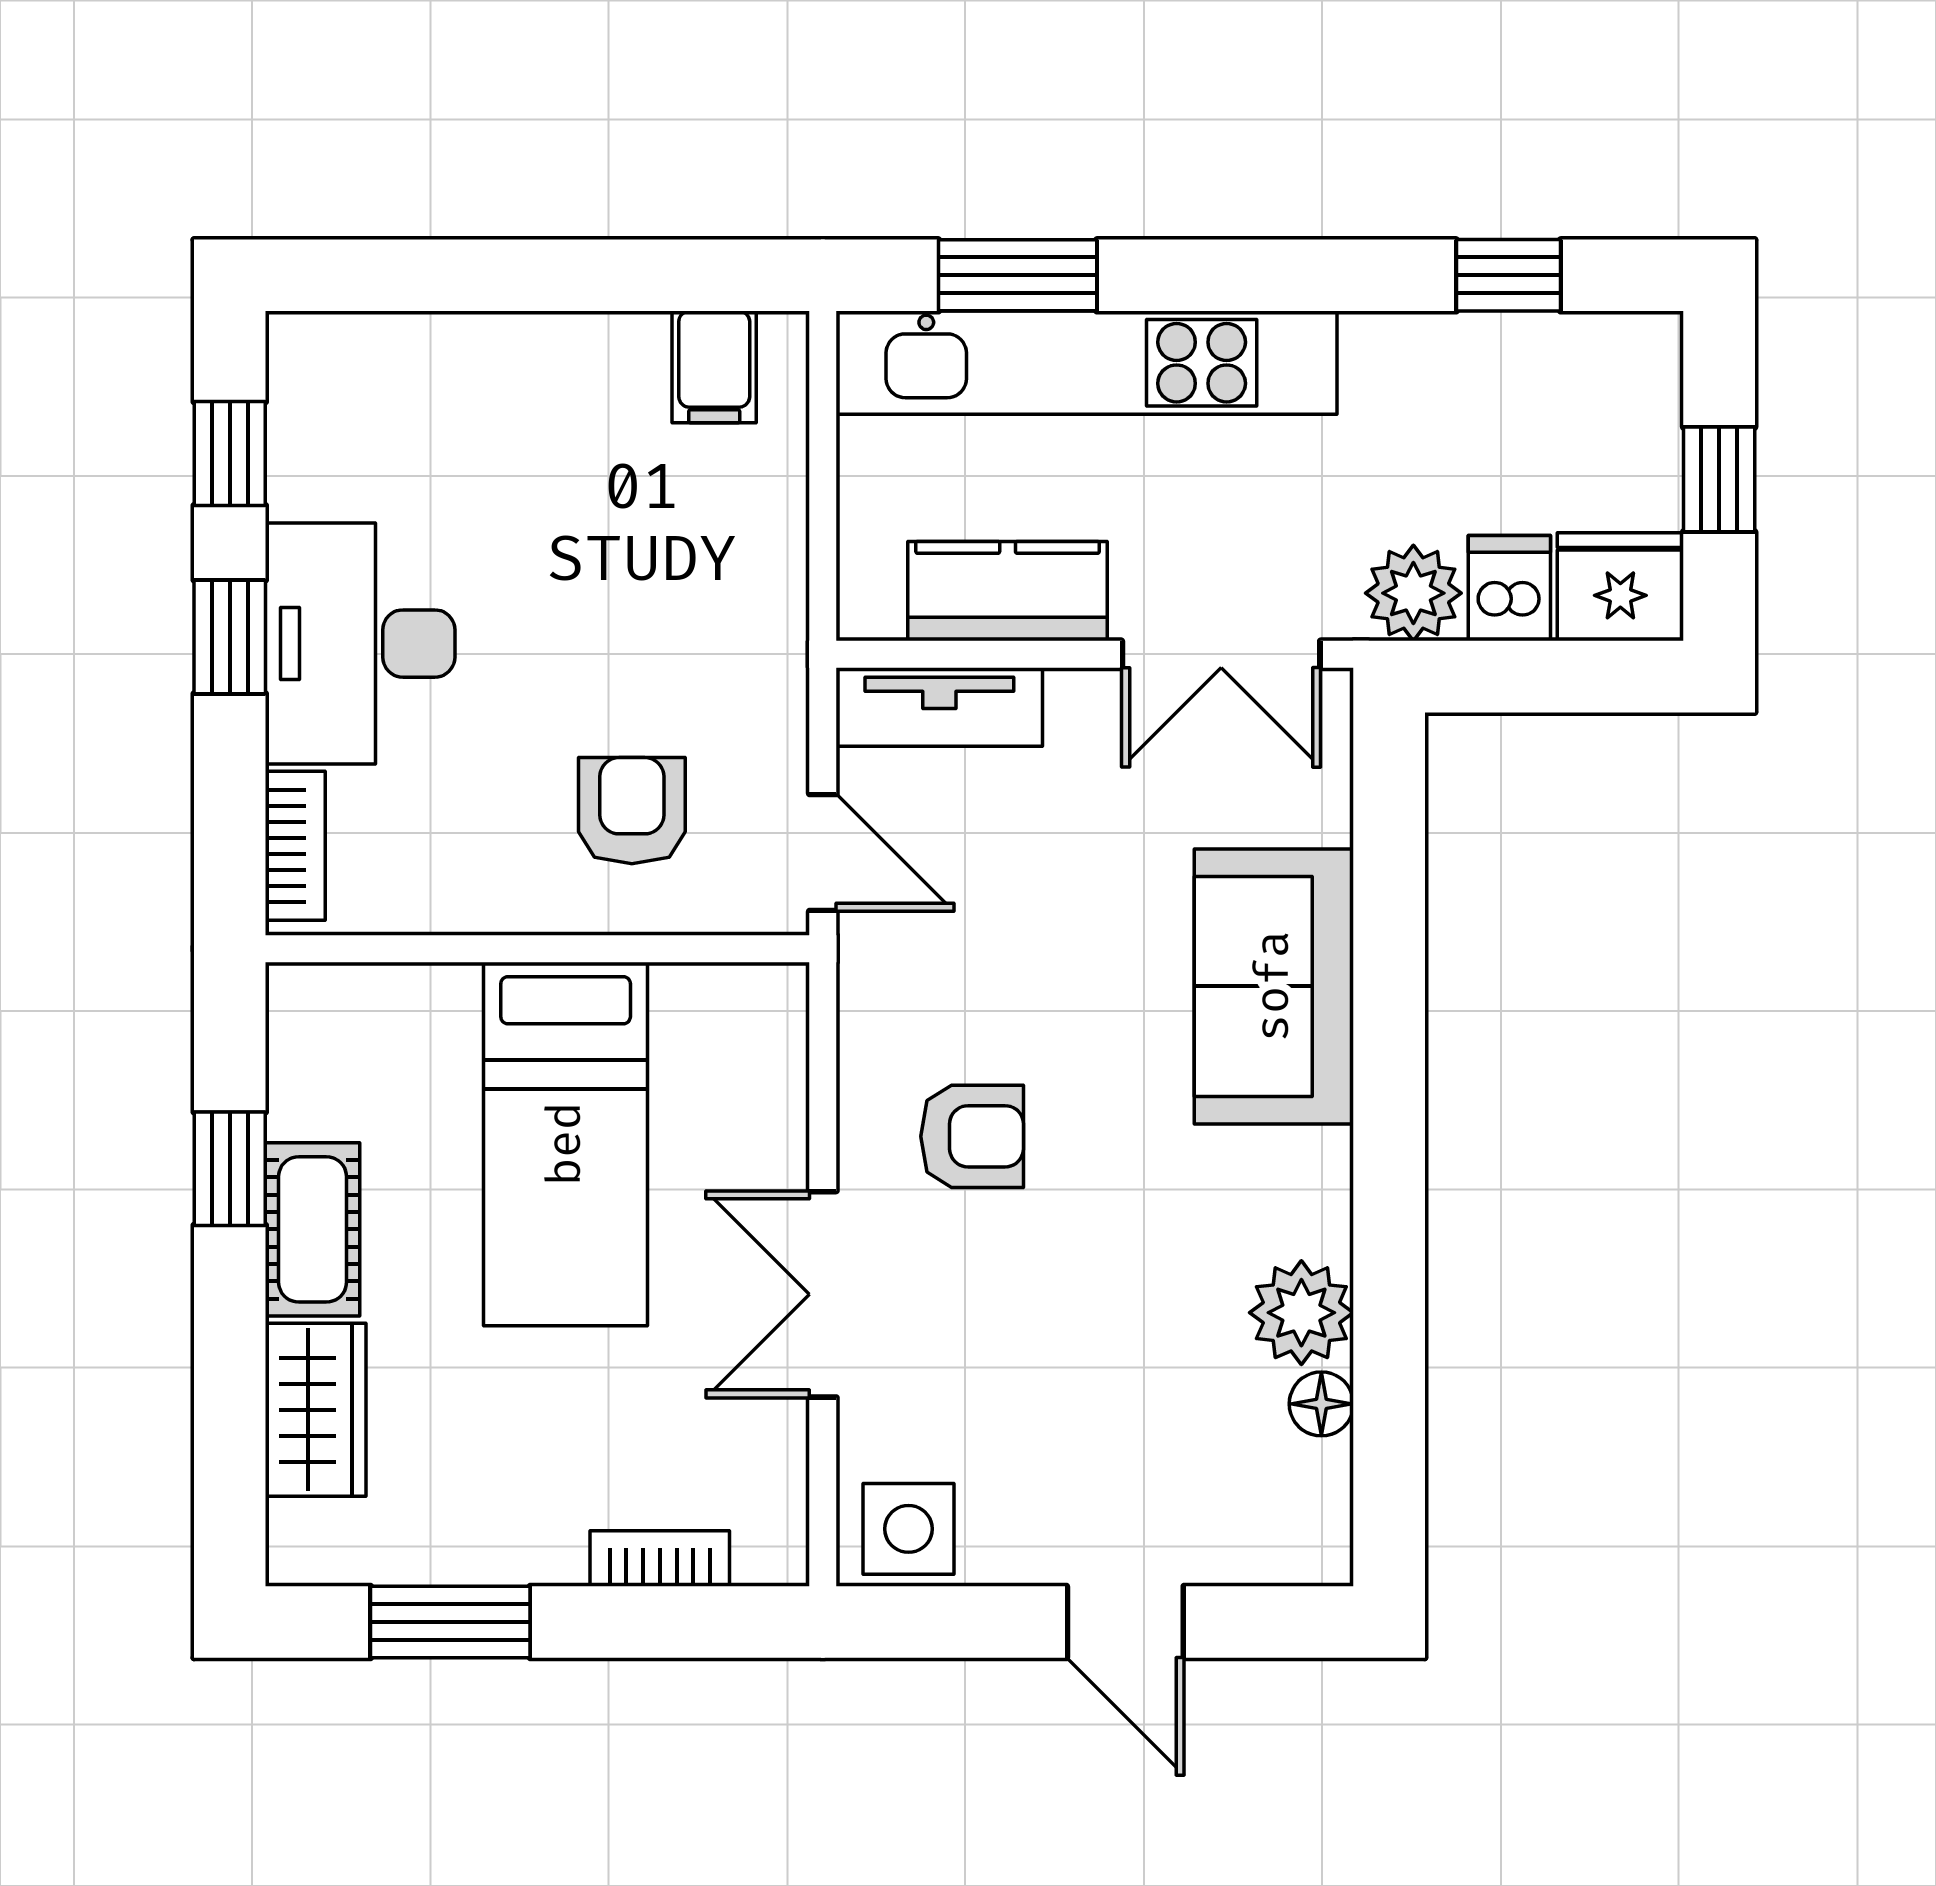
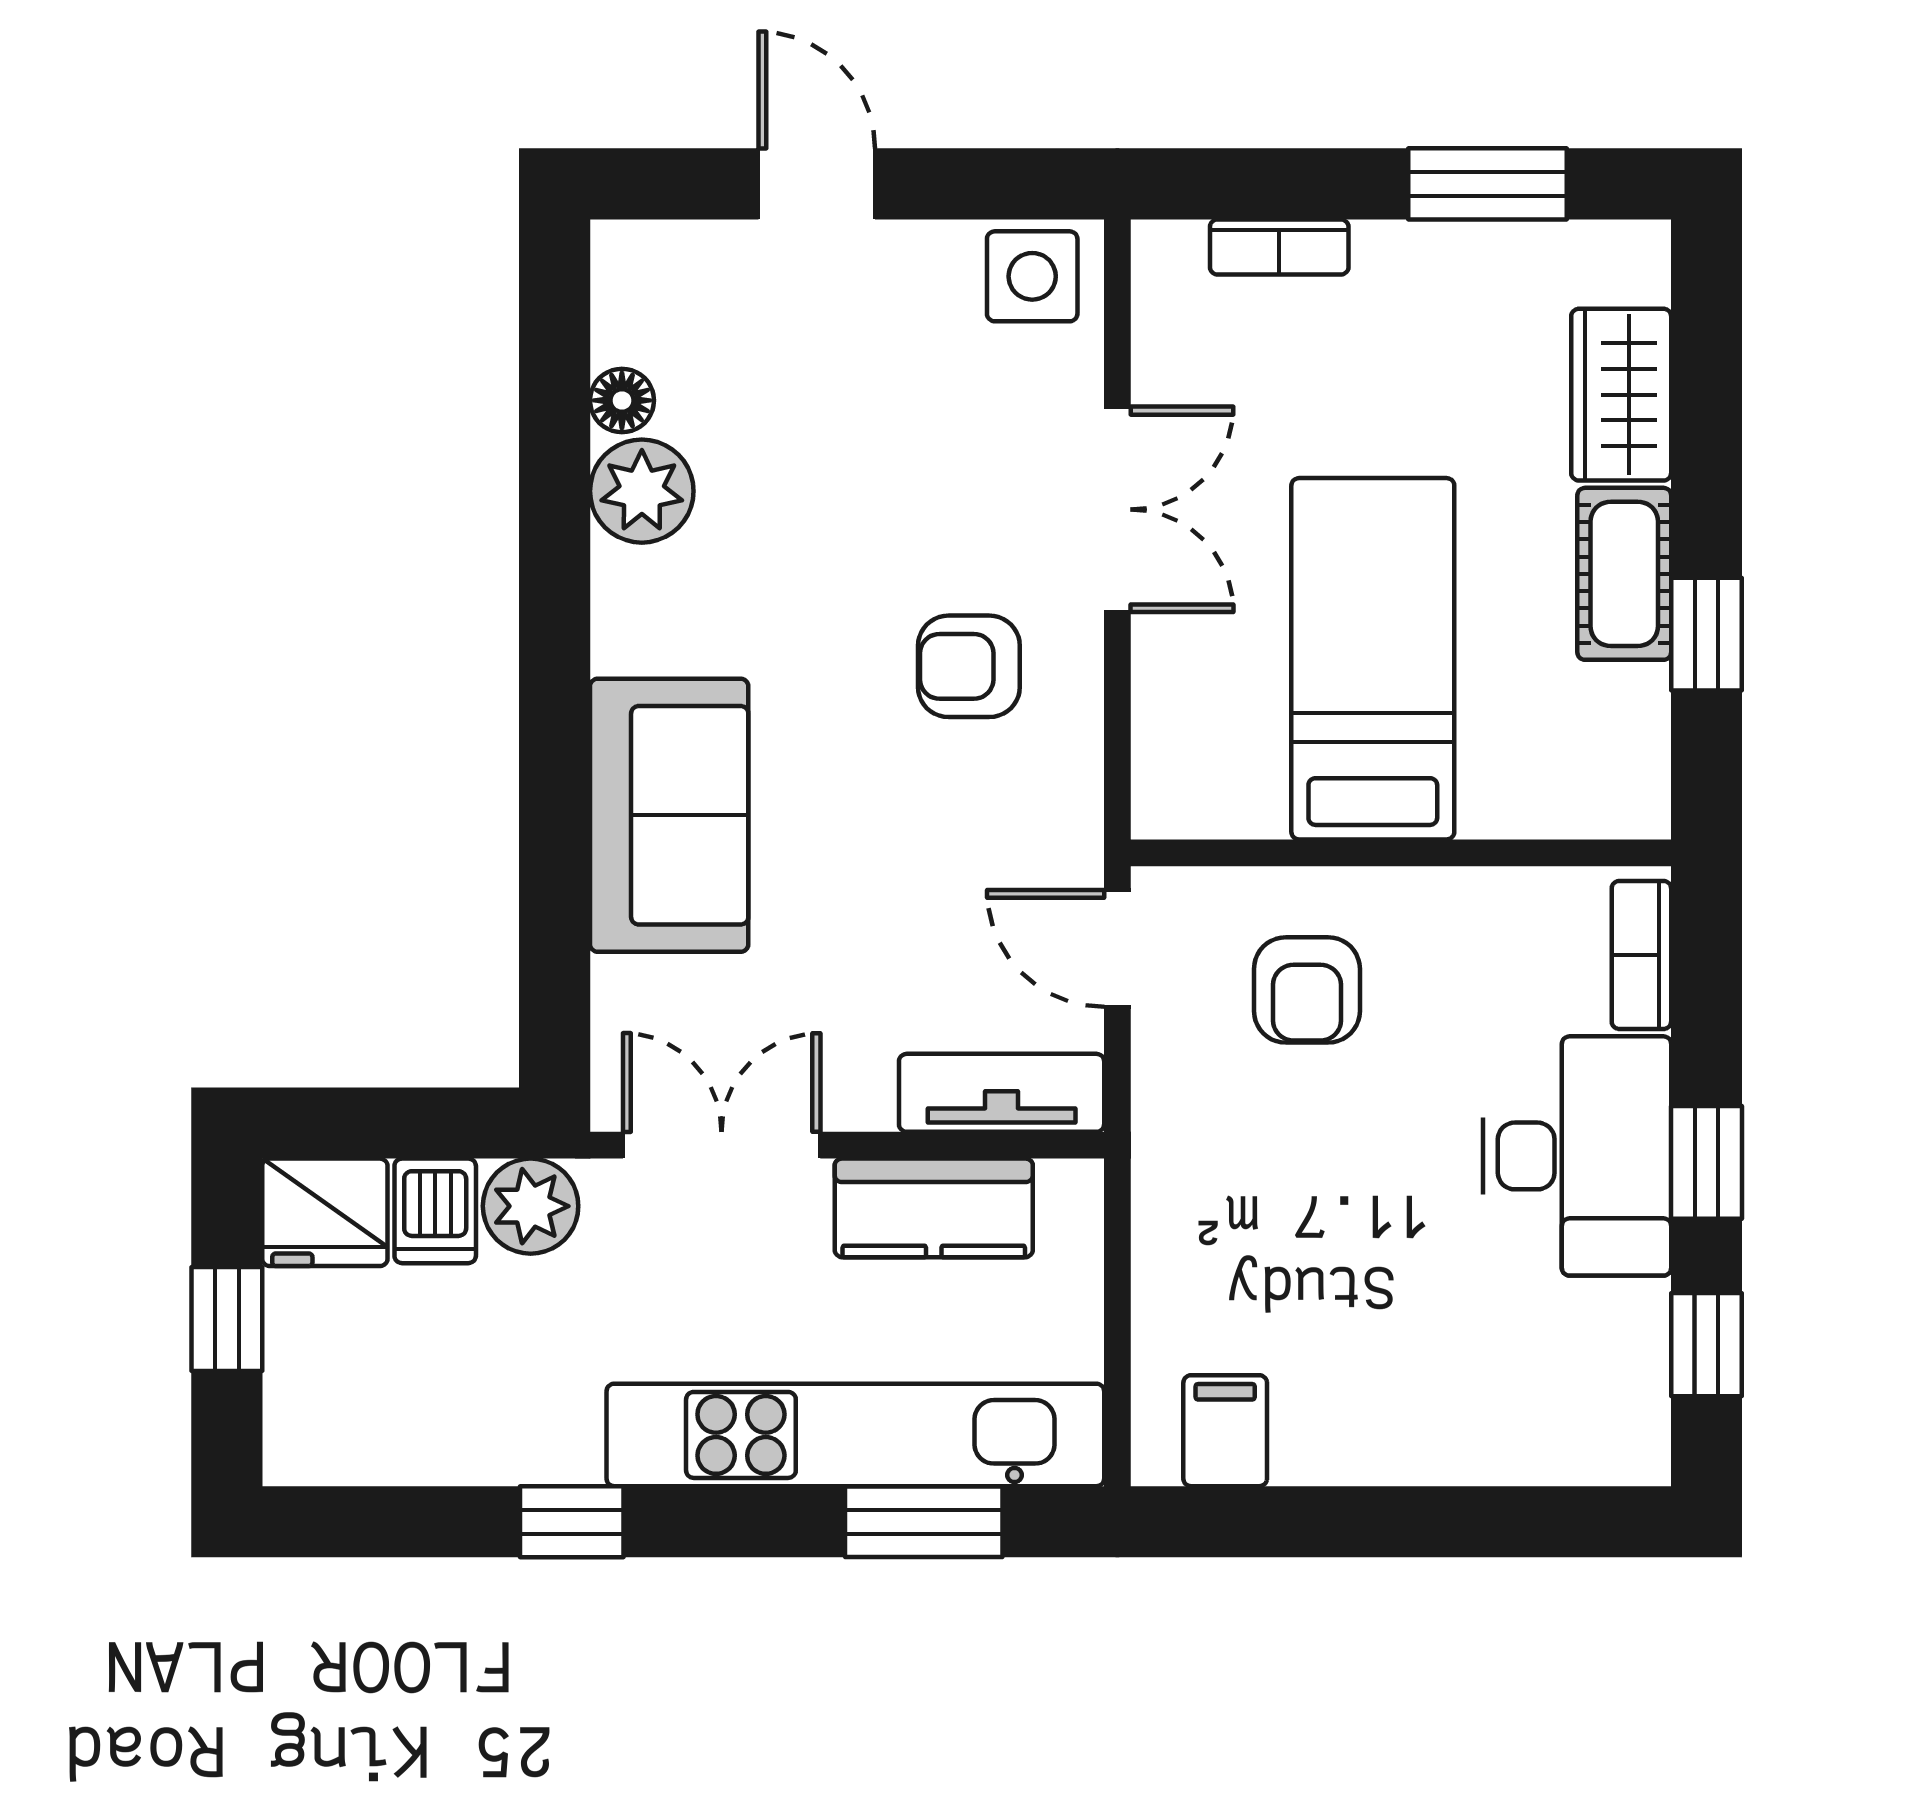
window: (1508, 275) -> (572, 1522), moved

